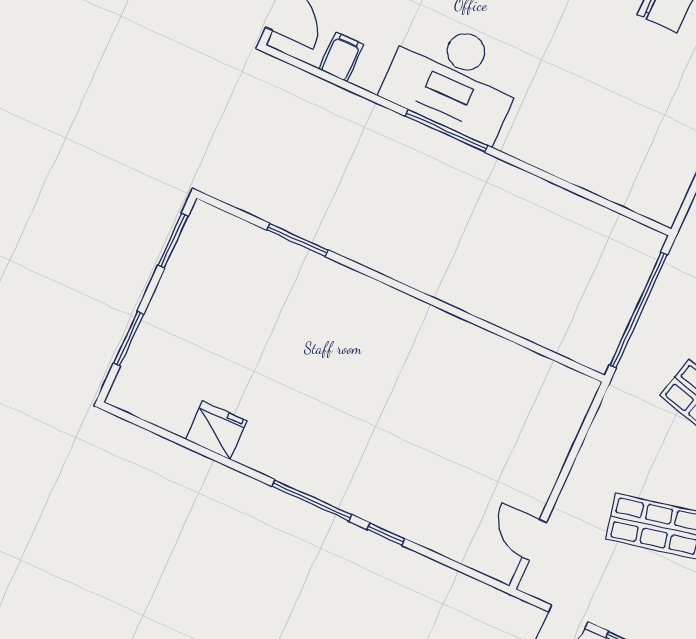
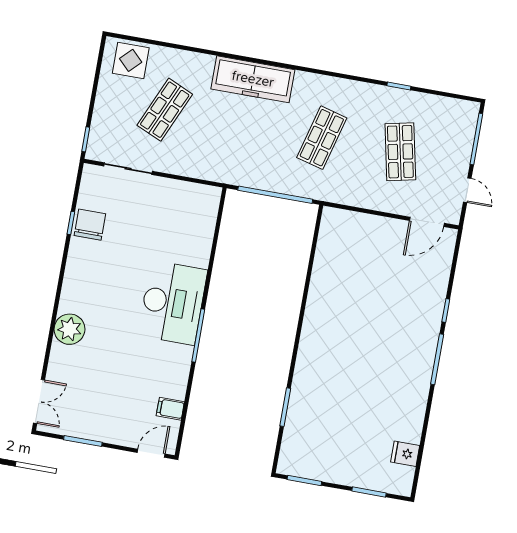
desk: (454, 79) -> (173, 303), moved
fridge: (216, 430) -> (405, 454), moved, width x0.72
door: (534, 540) -> (427, 222), width x1.38

